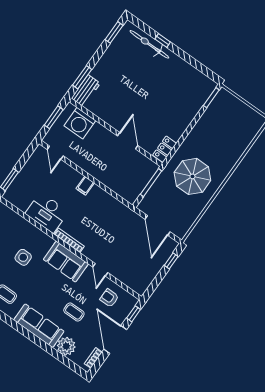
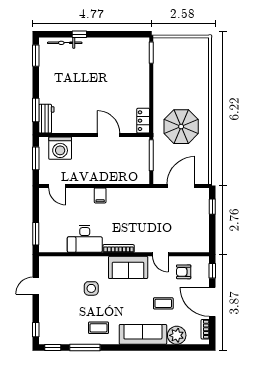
bicycle: (149, 44) -> (65, 43), width x0.73, depth x0.71
door: (158, 225) -> (181, 186), swing flipped

